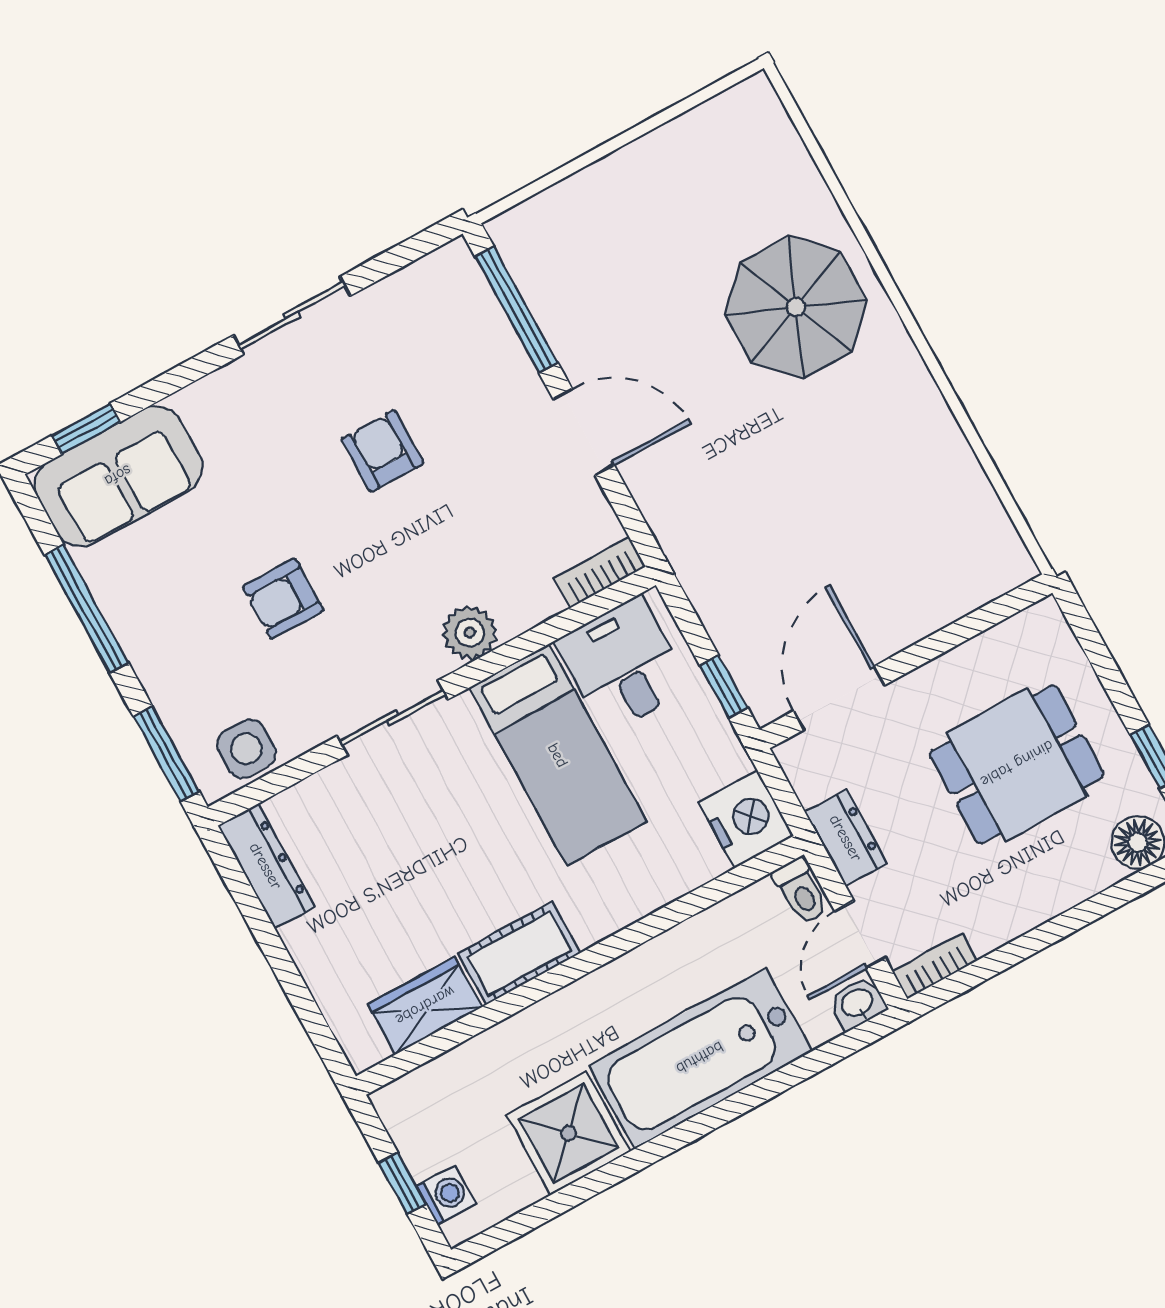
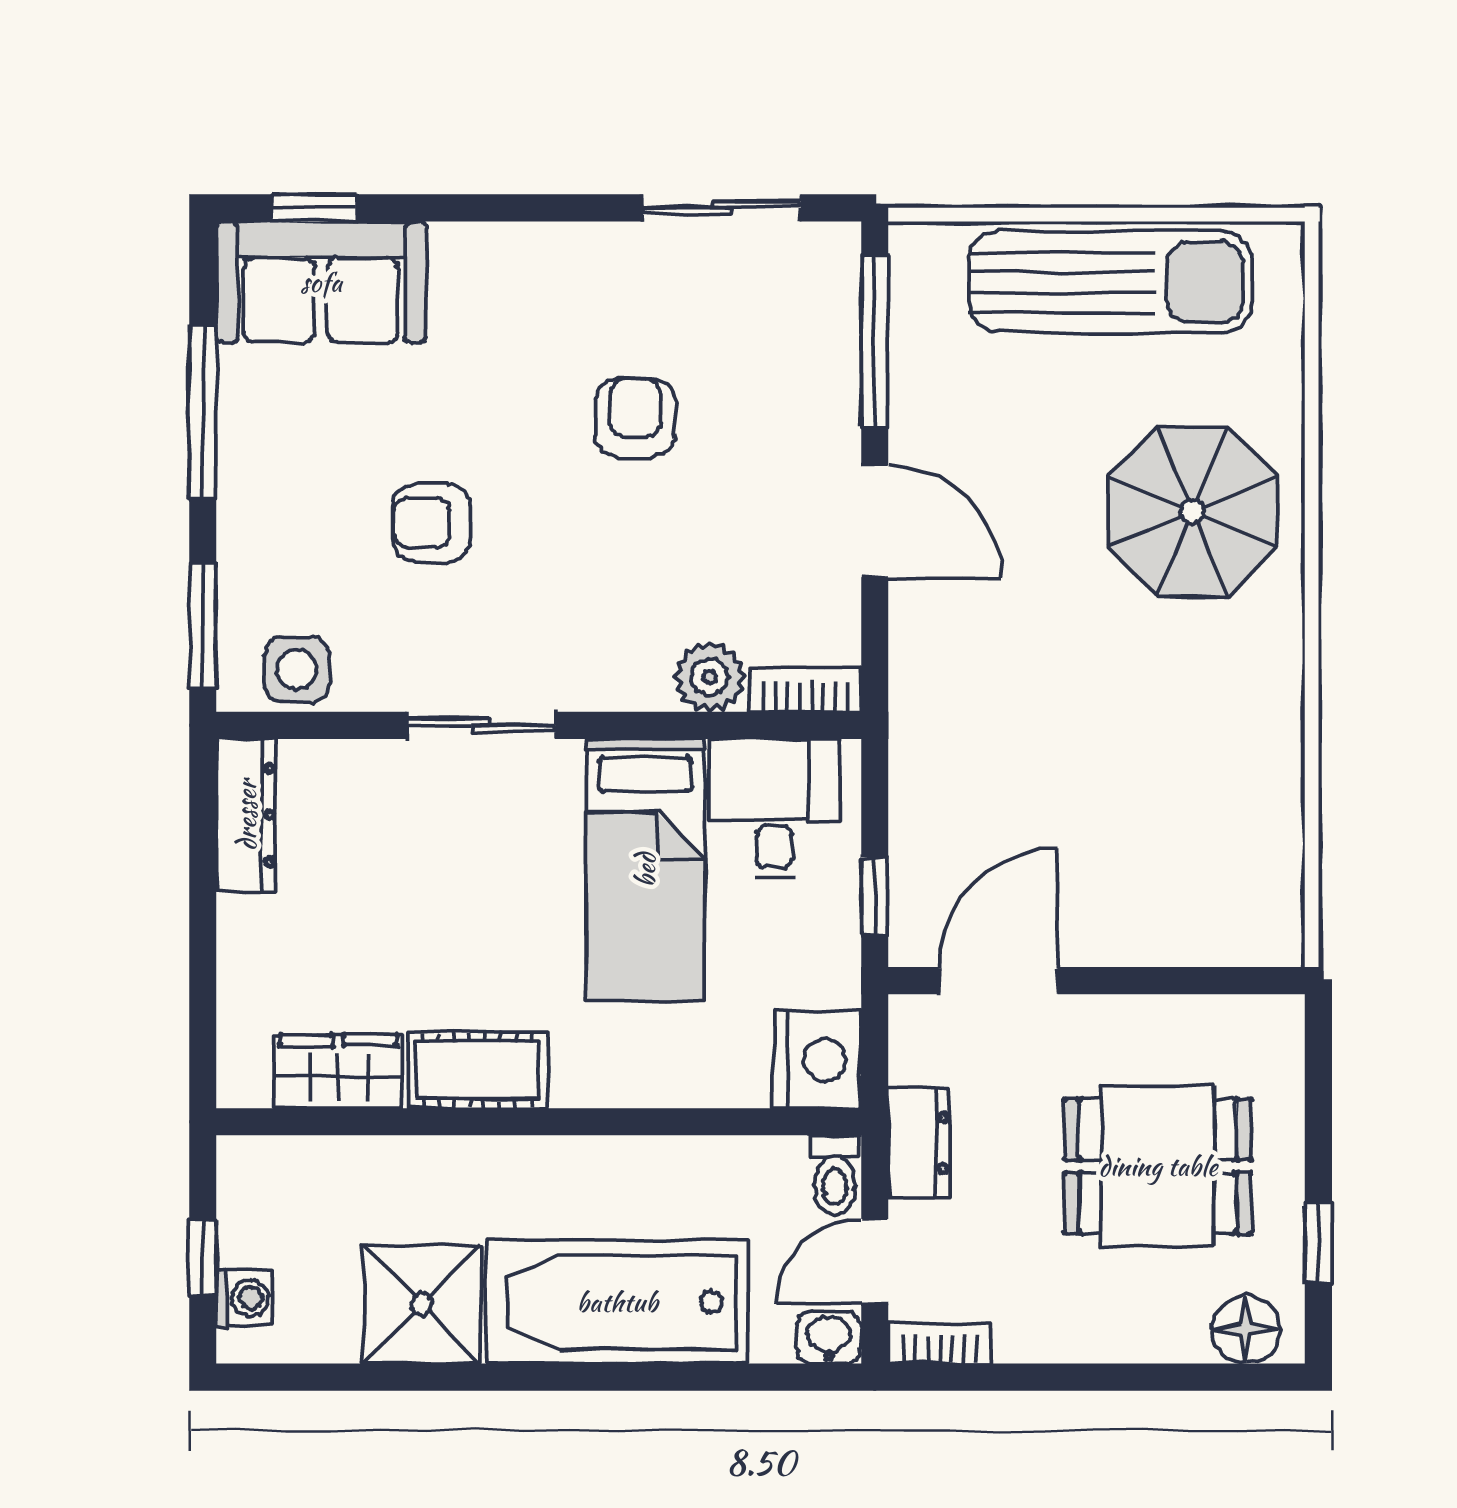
sun lounger: (654, 182) -> (1110, 282), added
sliding door: (292, 316) -> (722, 208), moved
plant: (470, 633) -> (710, 677), moved

